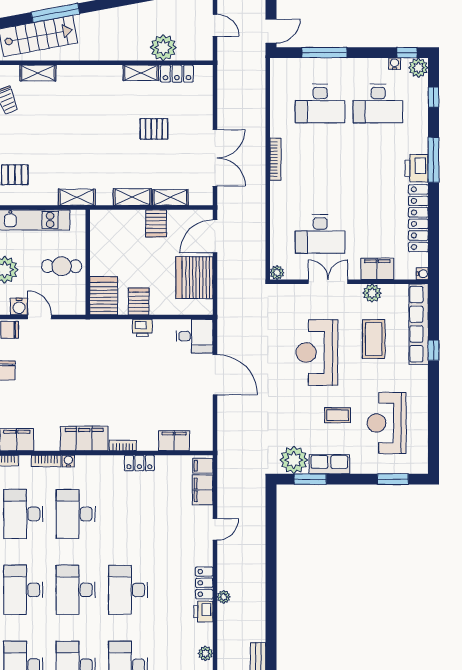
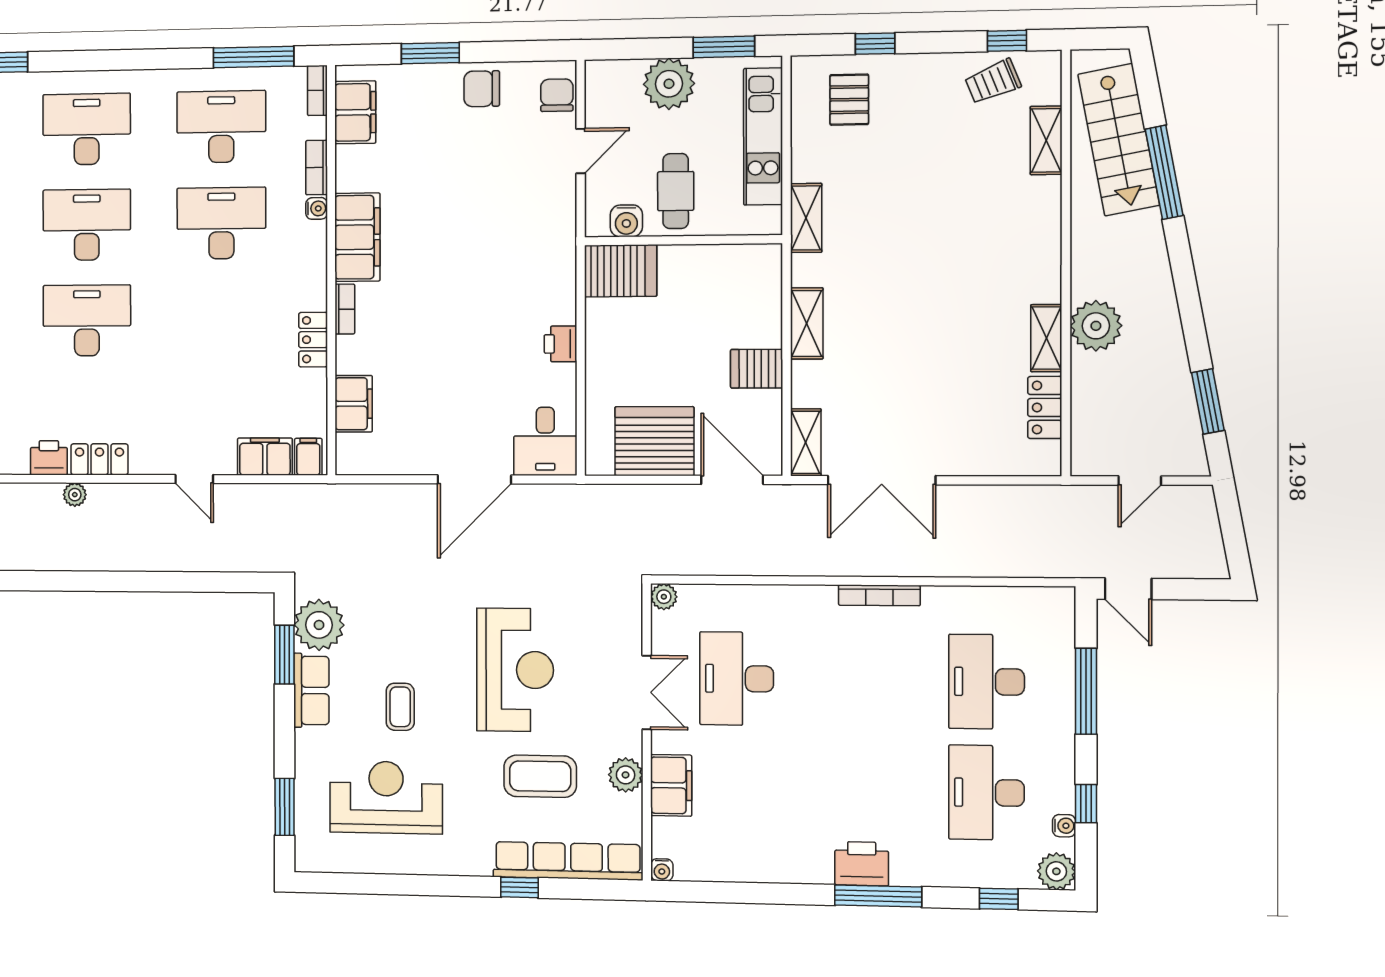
plant: (163, 48) -> (1096, 326), moved
window: (407, 53) -> (1086, 804), moved
pallet: (154, 129) -> (937, 364), removed
shelving: (170, 197) -> (806, 442), moved
locker: (418, 218) -> (767, 865), removed
server rack: (139, 301) -> (610, 337), removed
water cooler: (19, 306) -> (626, 221), moved, turned -90
reception desk: (317, 353) -> (515, 670), turned 90

